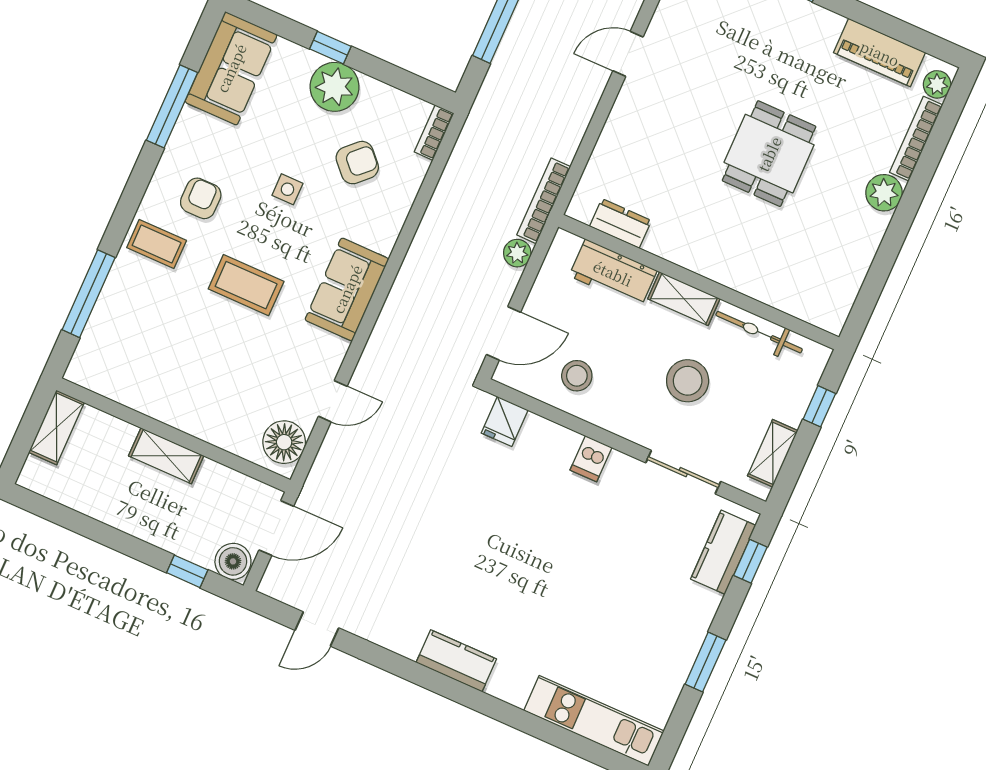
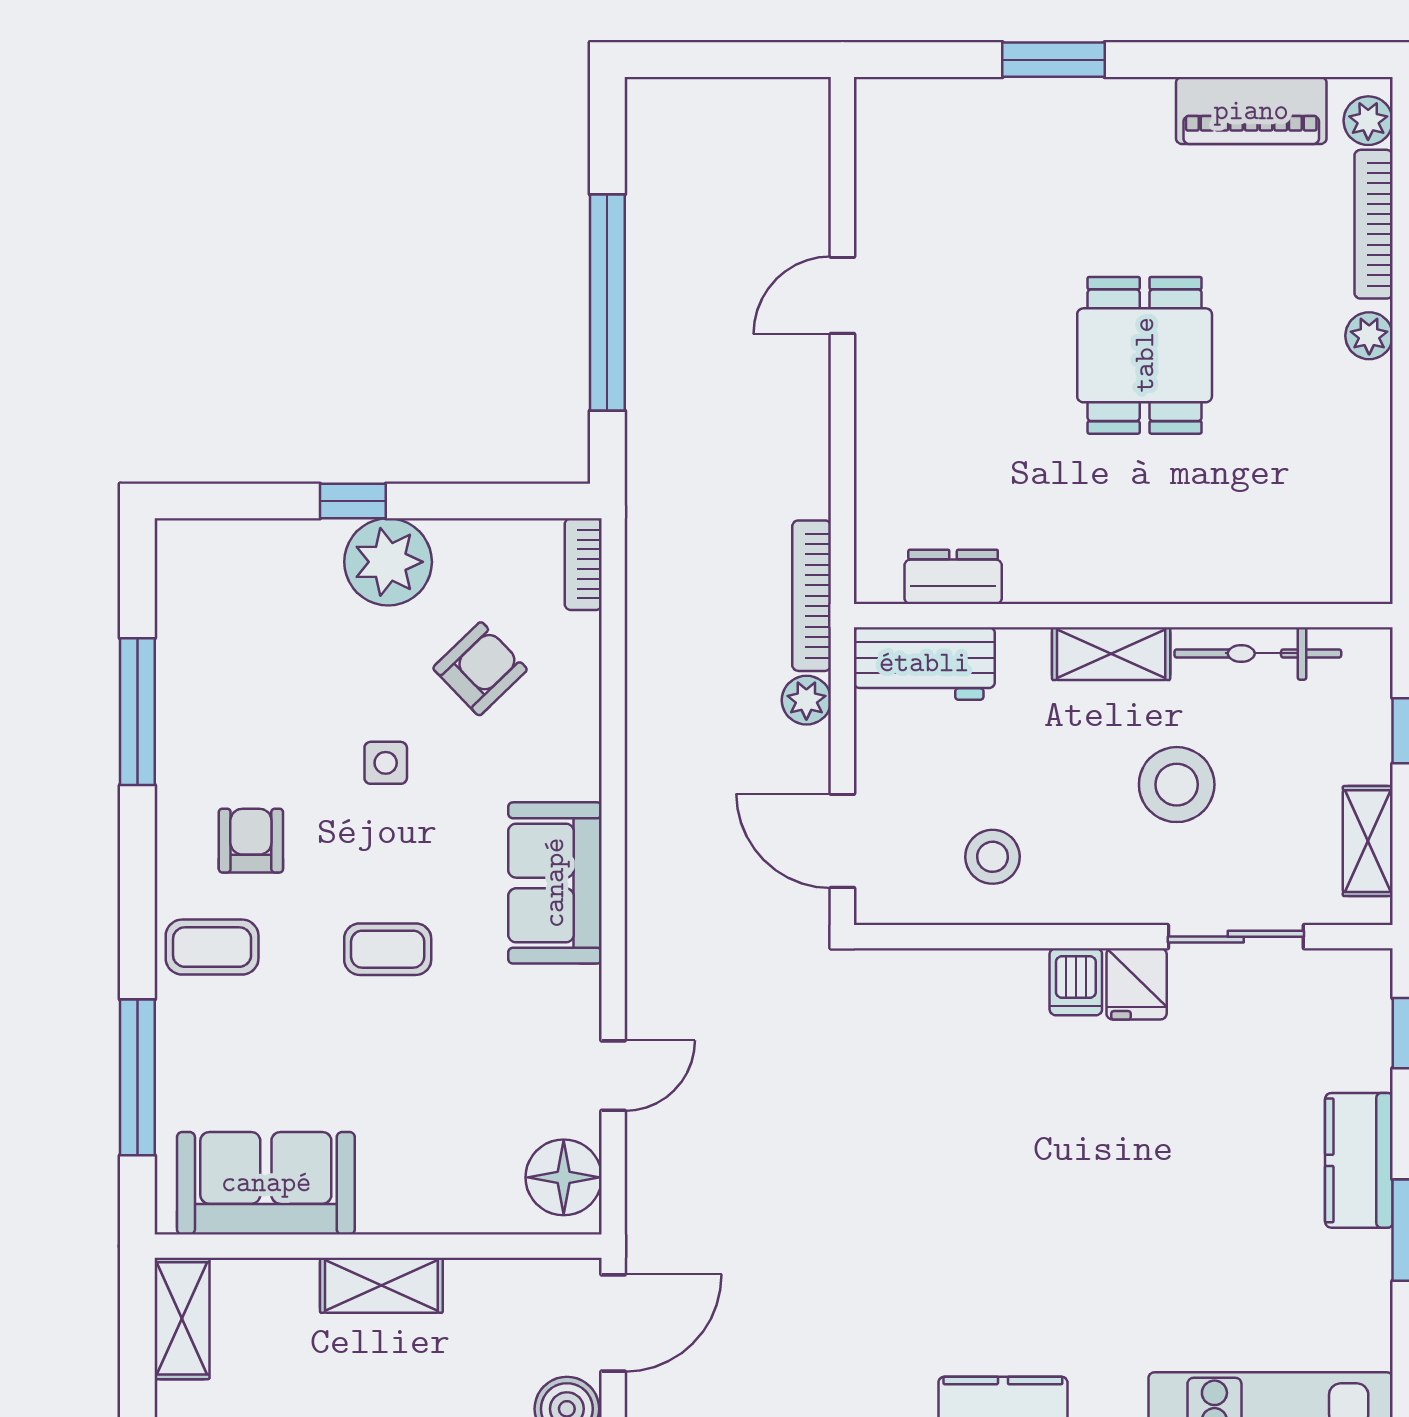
sofa: (231, 68) -> (266, 1183), moved, turned -90
plant: (884, 193) -> (1369, 336), width x0.73, depth x0.73
workbench: (613, 273) -> (924, 663), moved
coffee table: (246, 285) -> (388, 949), width x0.73, depth x0.77
door: (504, 333) -> (842, 841), swing flipped
fridge: (505, 422) -> (1137, 984), moved
kitchen counter: (723, 552) -> (1359, 1160), moved

